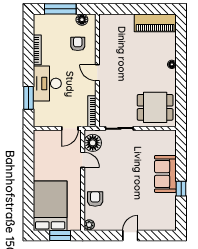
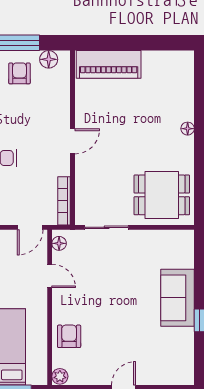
piano: (155, 23) -> (109, 64), moved
armchair: (78, 44) -> (19, 73), moved
door: (97, 73) -> (73, 141), swing flipped
floor lamp: (93, 143) -> (59, 243), width x0.53, depth x0.53

